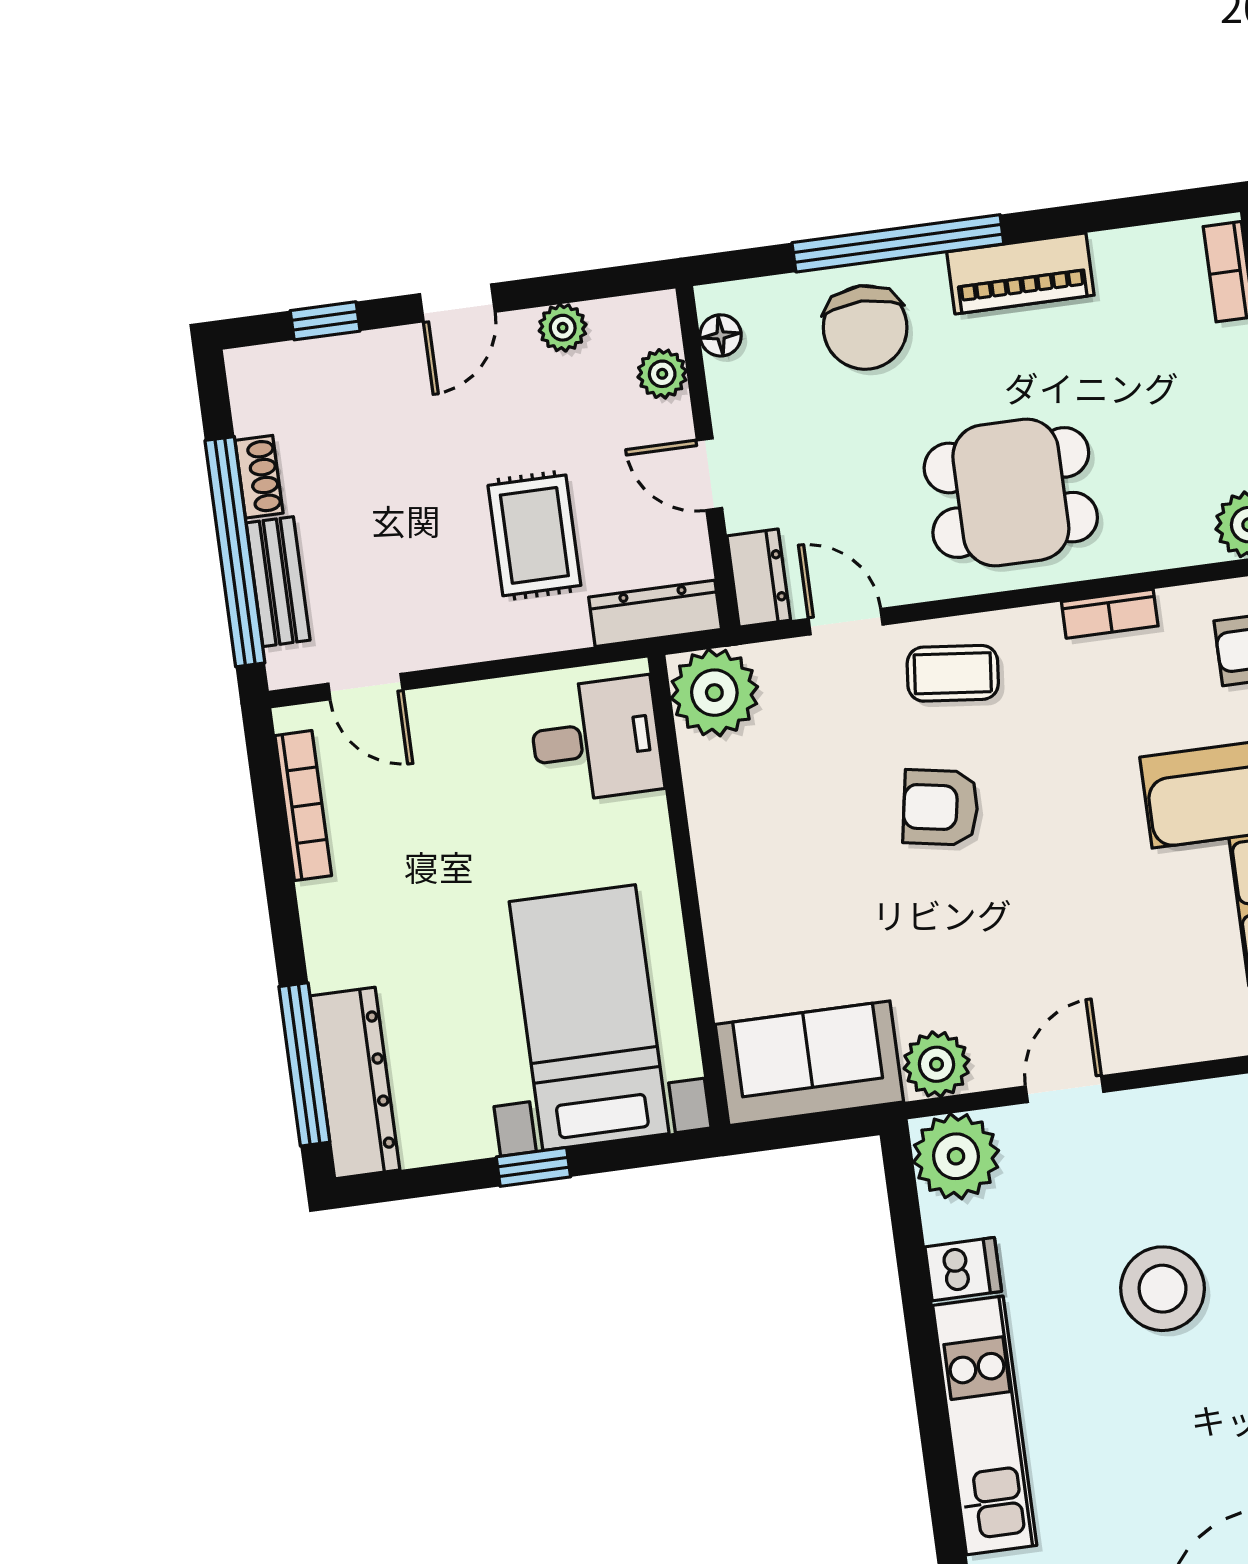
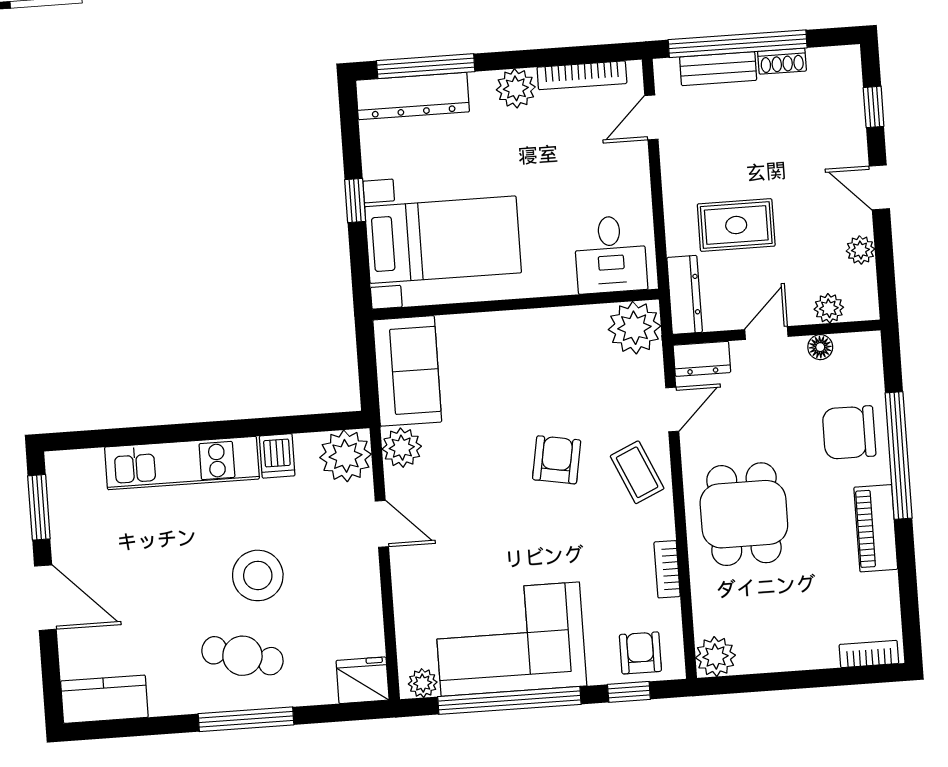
floor lamp: (721, 335) -> (820, 347), moved
coffee table: (953, 673) -> (637, 472), turned -30
plant: (332, 913) -> (516, 88), added

